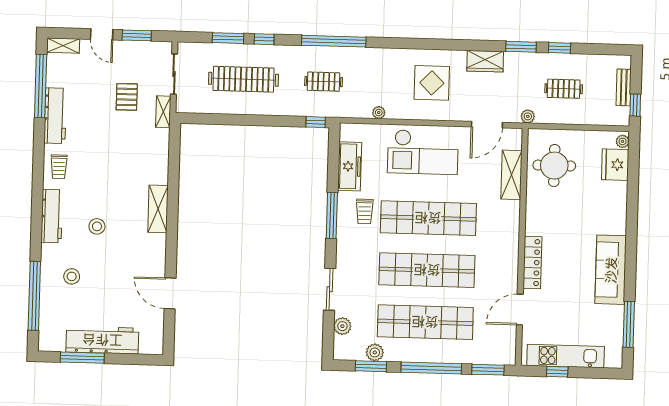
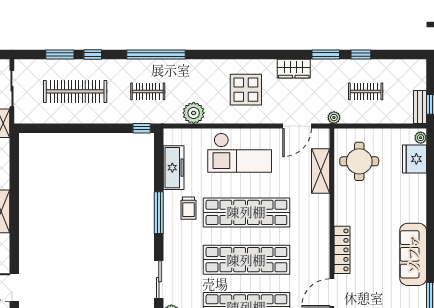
bench: (624, 87) -> (420, 107), moved
plant: (379, 113) -> (194, 113), width x1.87, depth x1.87

